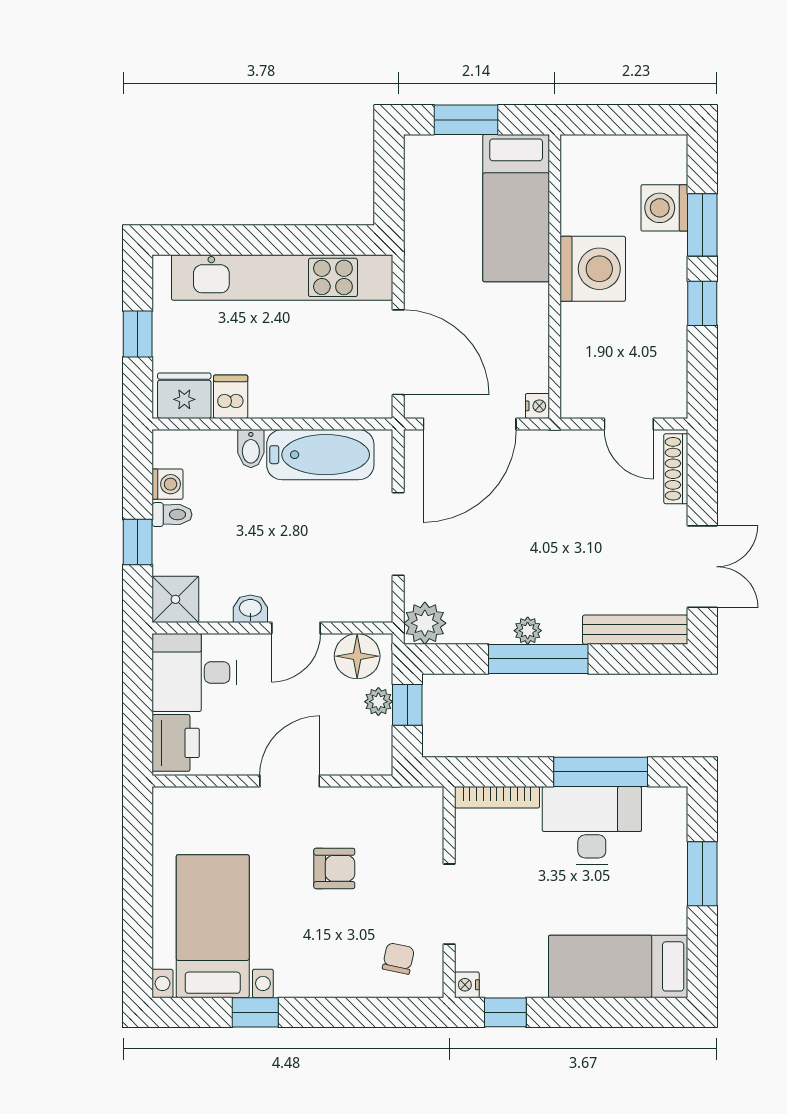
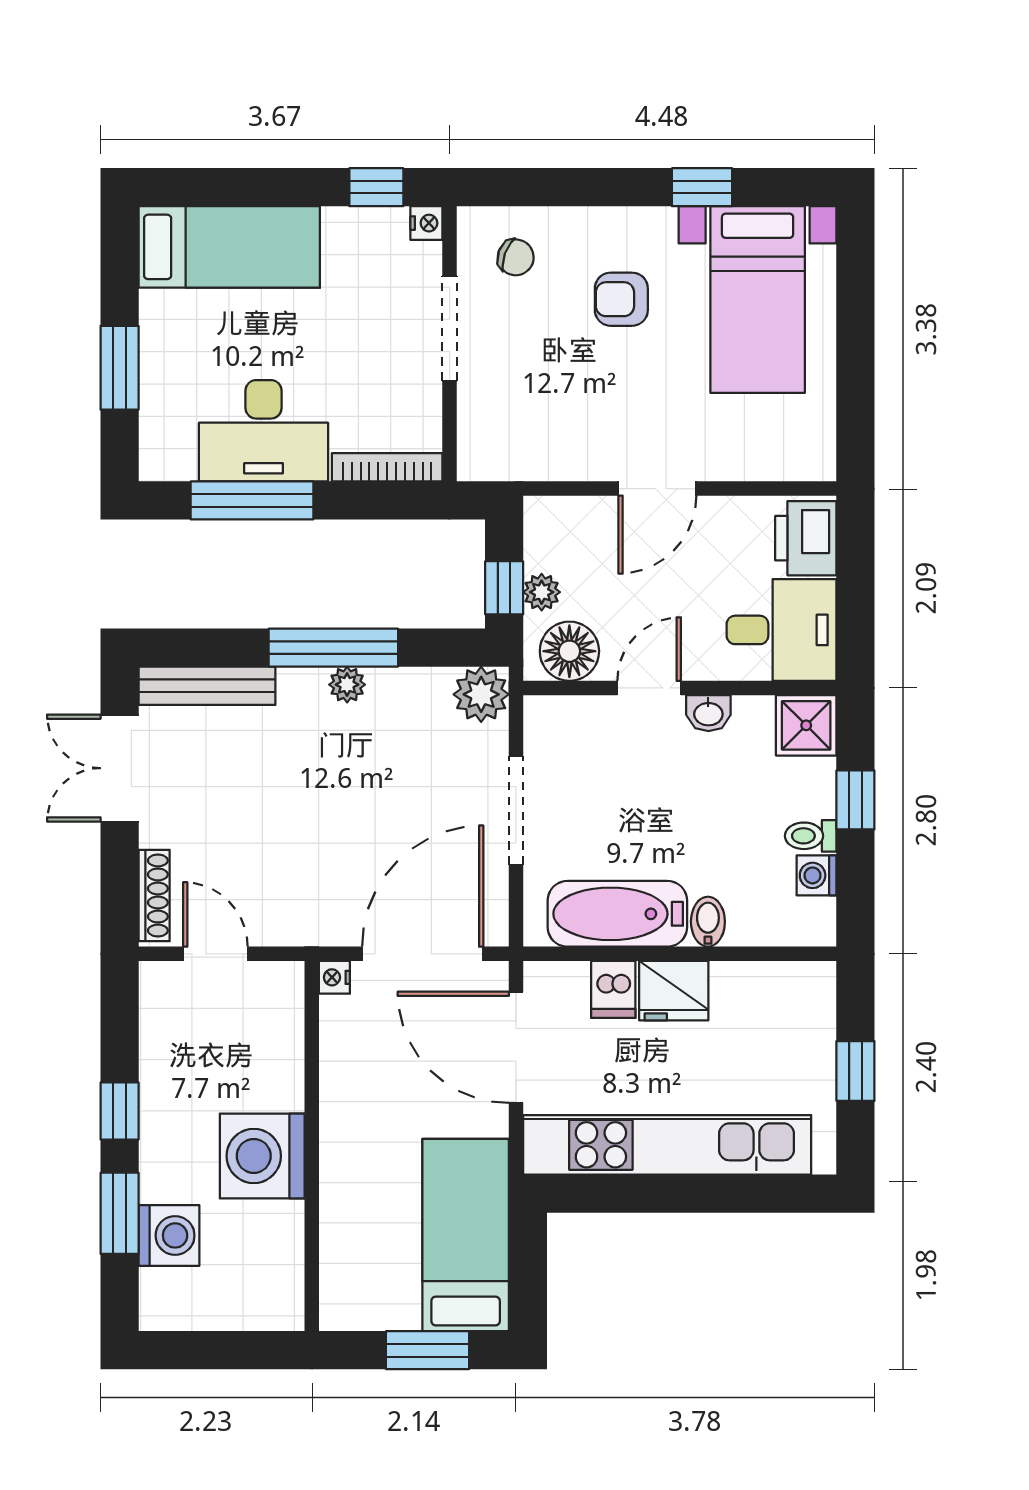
bed: (516, 208) -> (466, 1235), moved
fridge: (184, 396) -> (674, 991), moved
dishwasher: (231, 397) -> (613, 989), moved
armchair: (334, 868) -> (621, 299), moved
chair: (398, 958) -> (516, 257), turned -82

